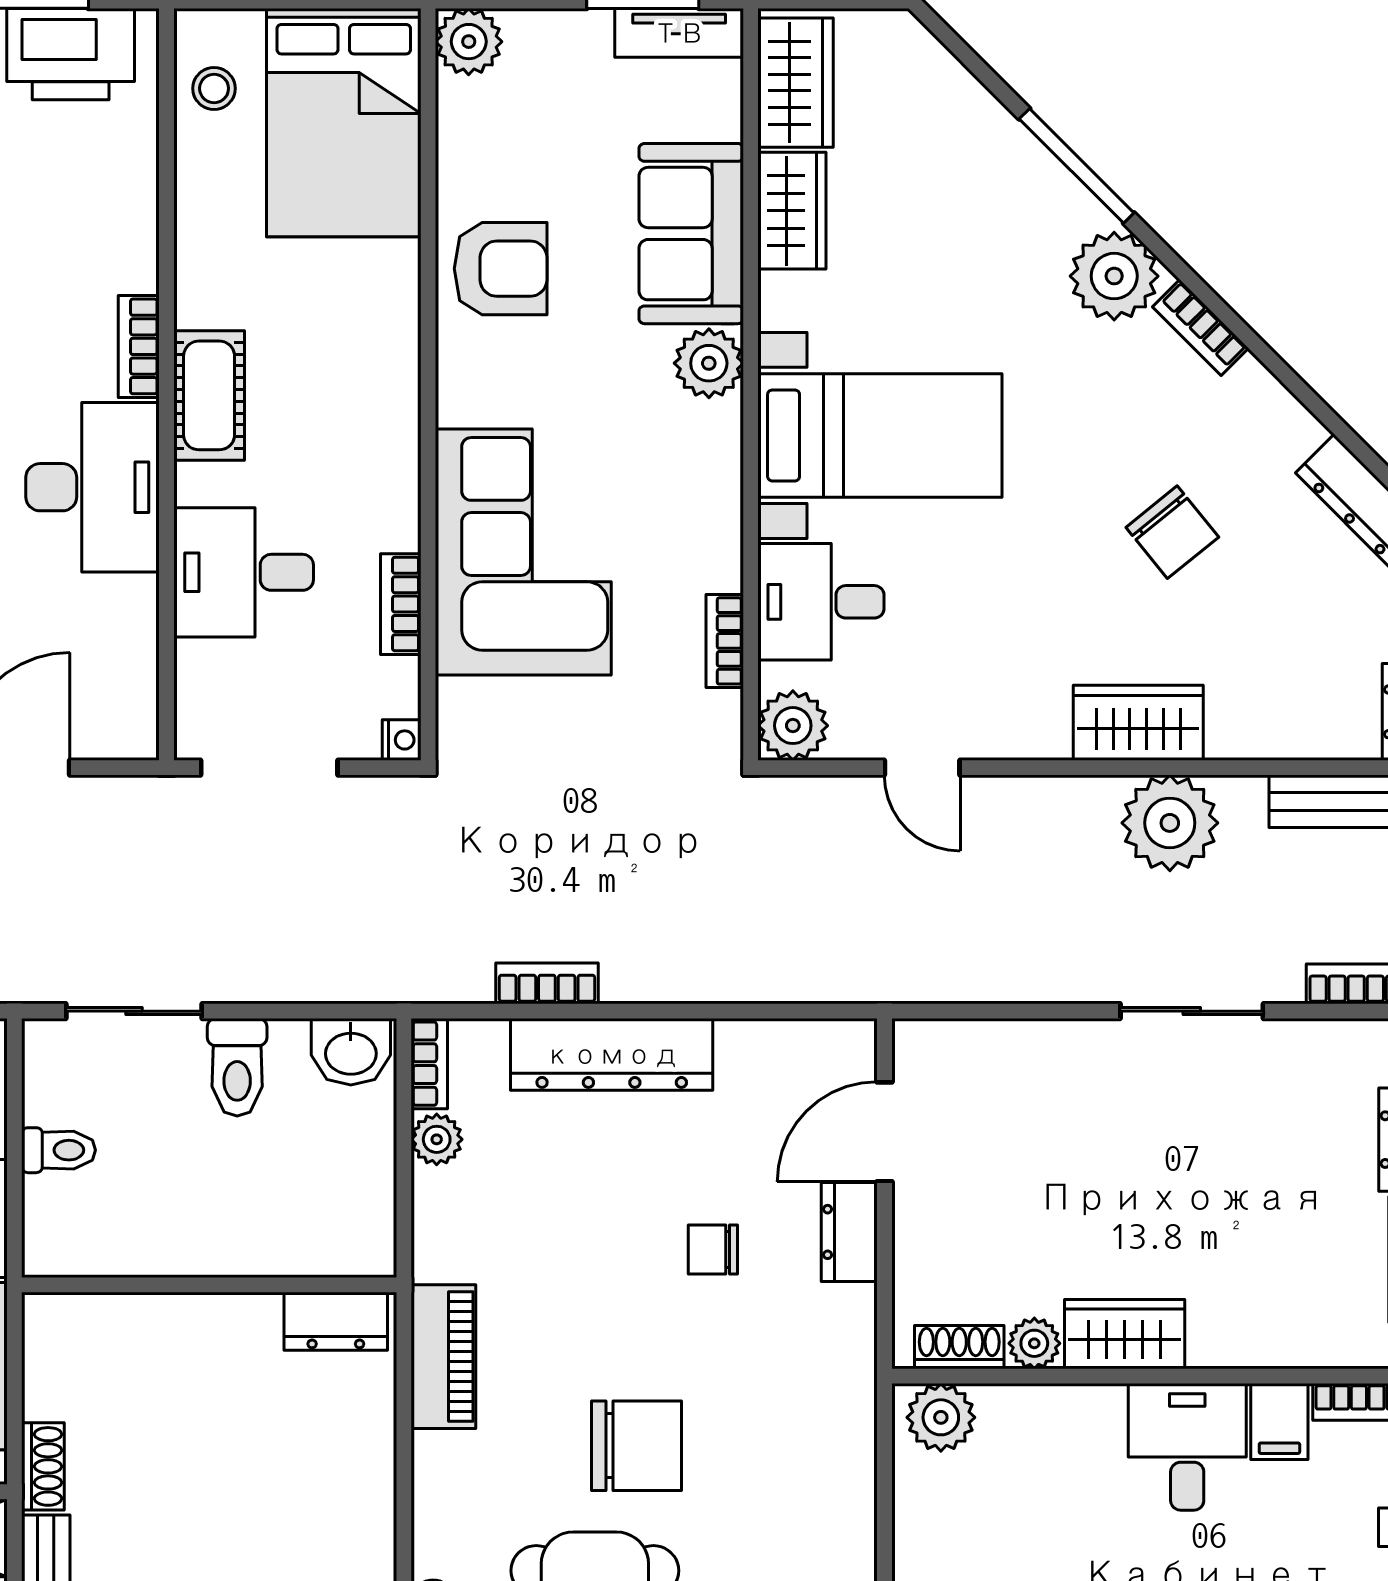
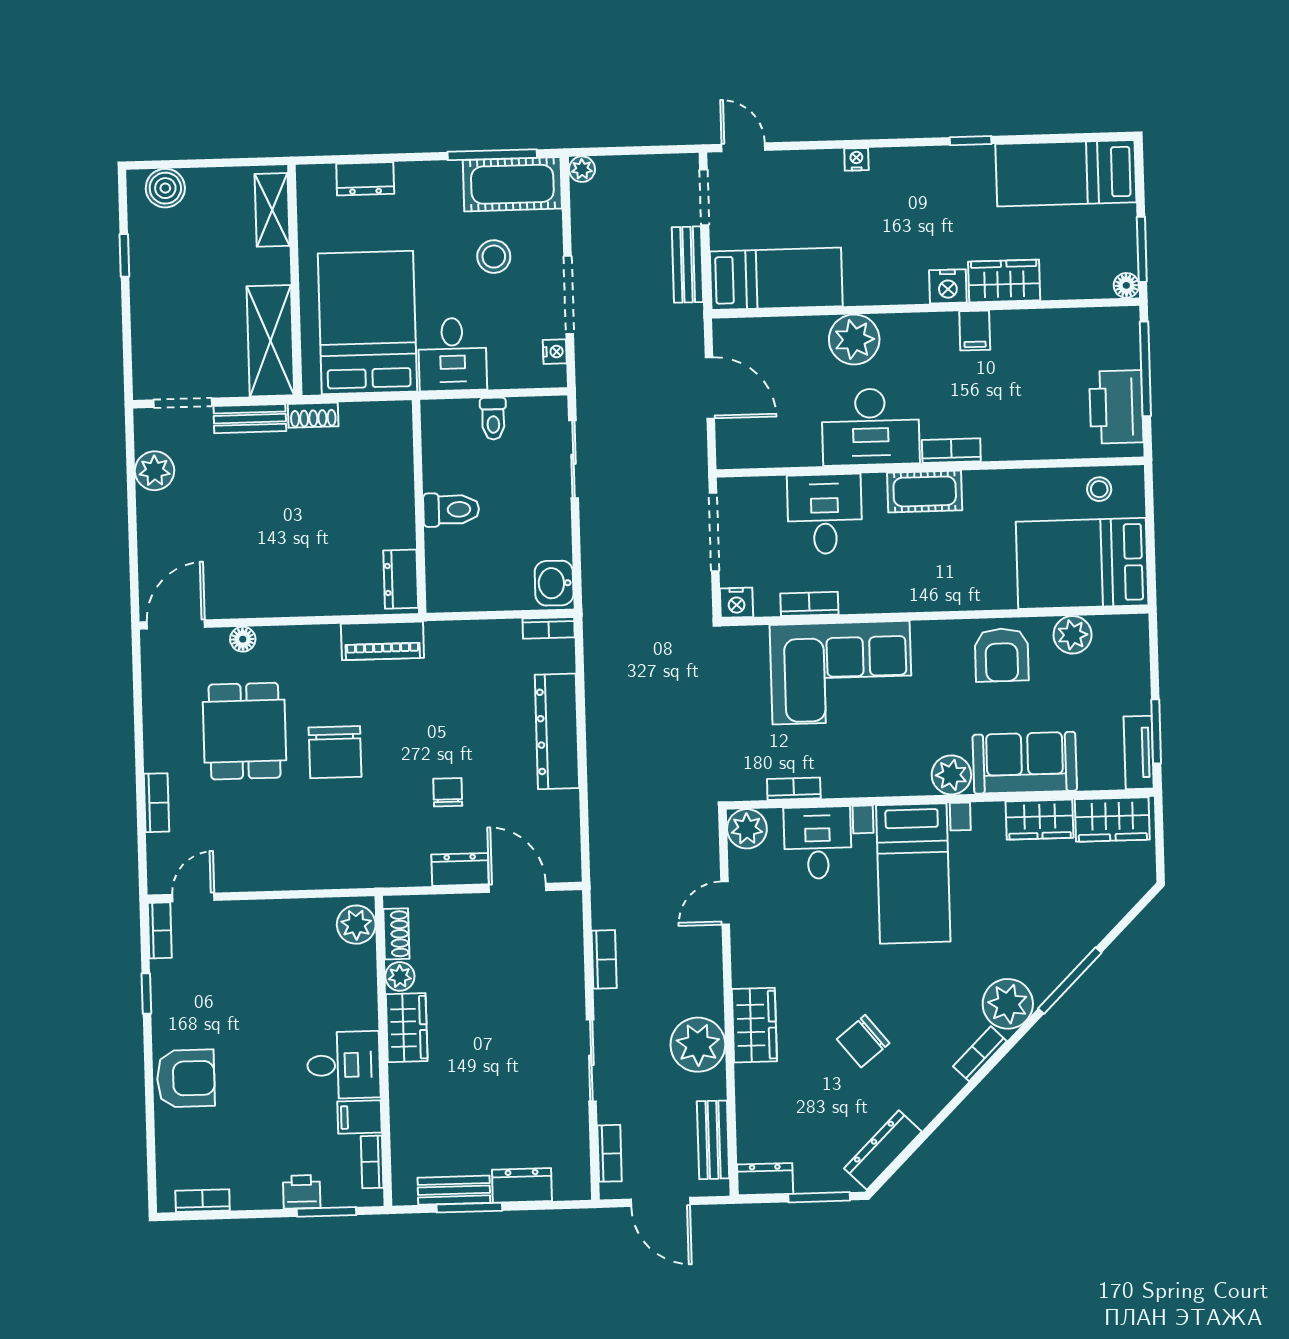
plant: (469, 42) -> (1073, 635), moved
nightstand: (402, 740) -> (737, 603), width x1.39, depth x1.35
bookcase: (547, 983) -> (604, 959), moved
toilet: (237, 1067) -> (451, 510), moved, turned 180
plant: (437, 1139) -> (506, 633), removed

